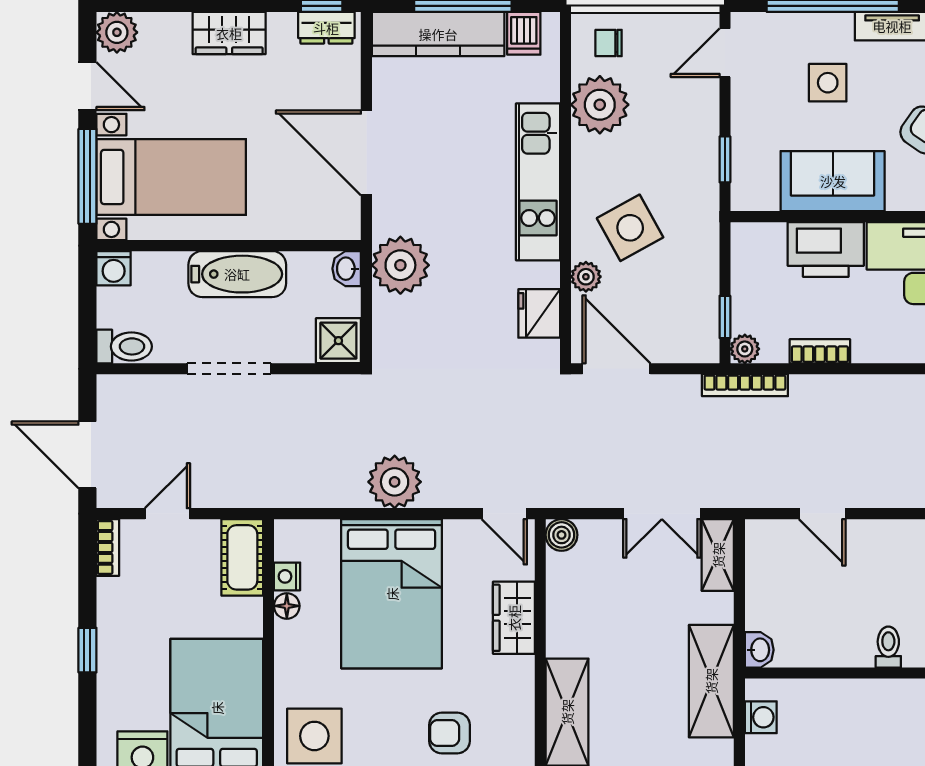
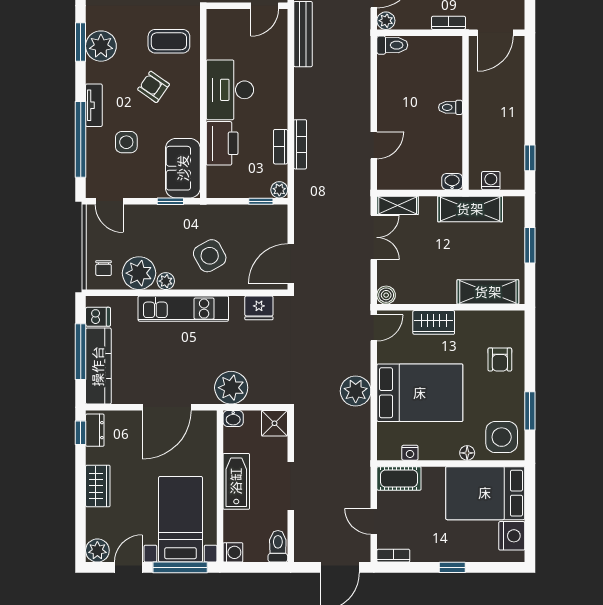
sofa: (833, 181) -> (183, 168), moved
plant: (586, 277) -> (166, 281), moved
bookcase: (745, 385) -> (300, 144), moved
floor lamp: (287, 606) -> (467, 453), moved

